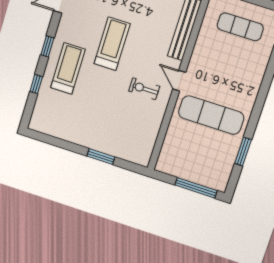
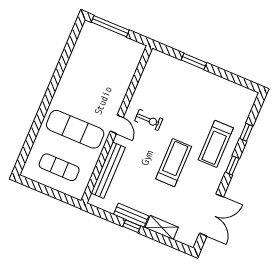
treadmill: (112, 44) -> (174, 163), turned 180
exercise mat: (211, 115) -> (75, 129), moved
window: (243, 152) -> (66, 56), removed

